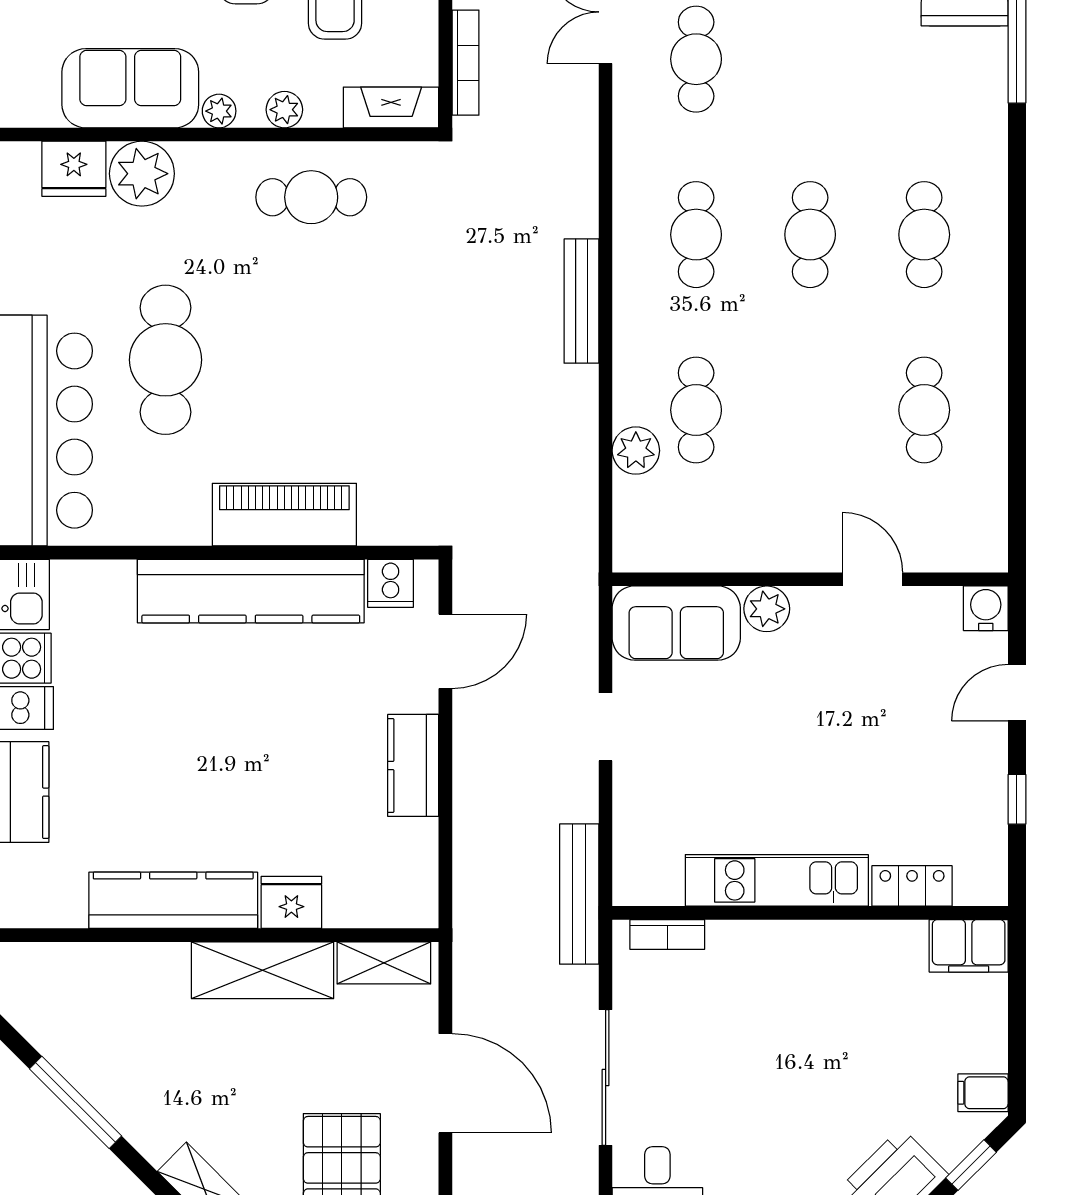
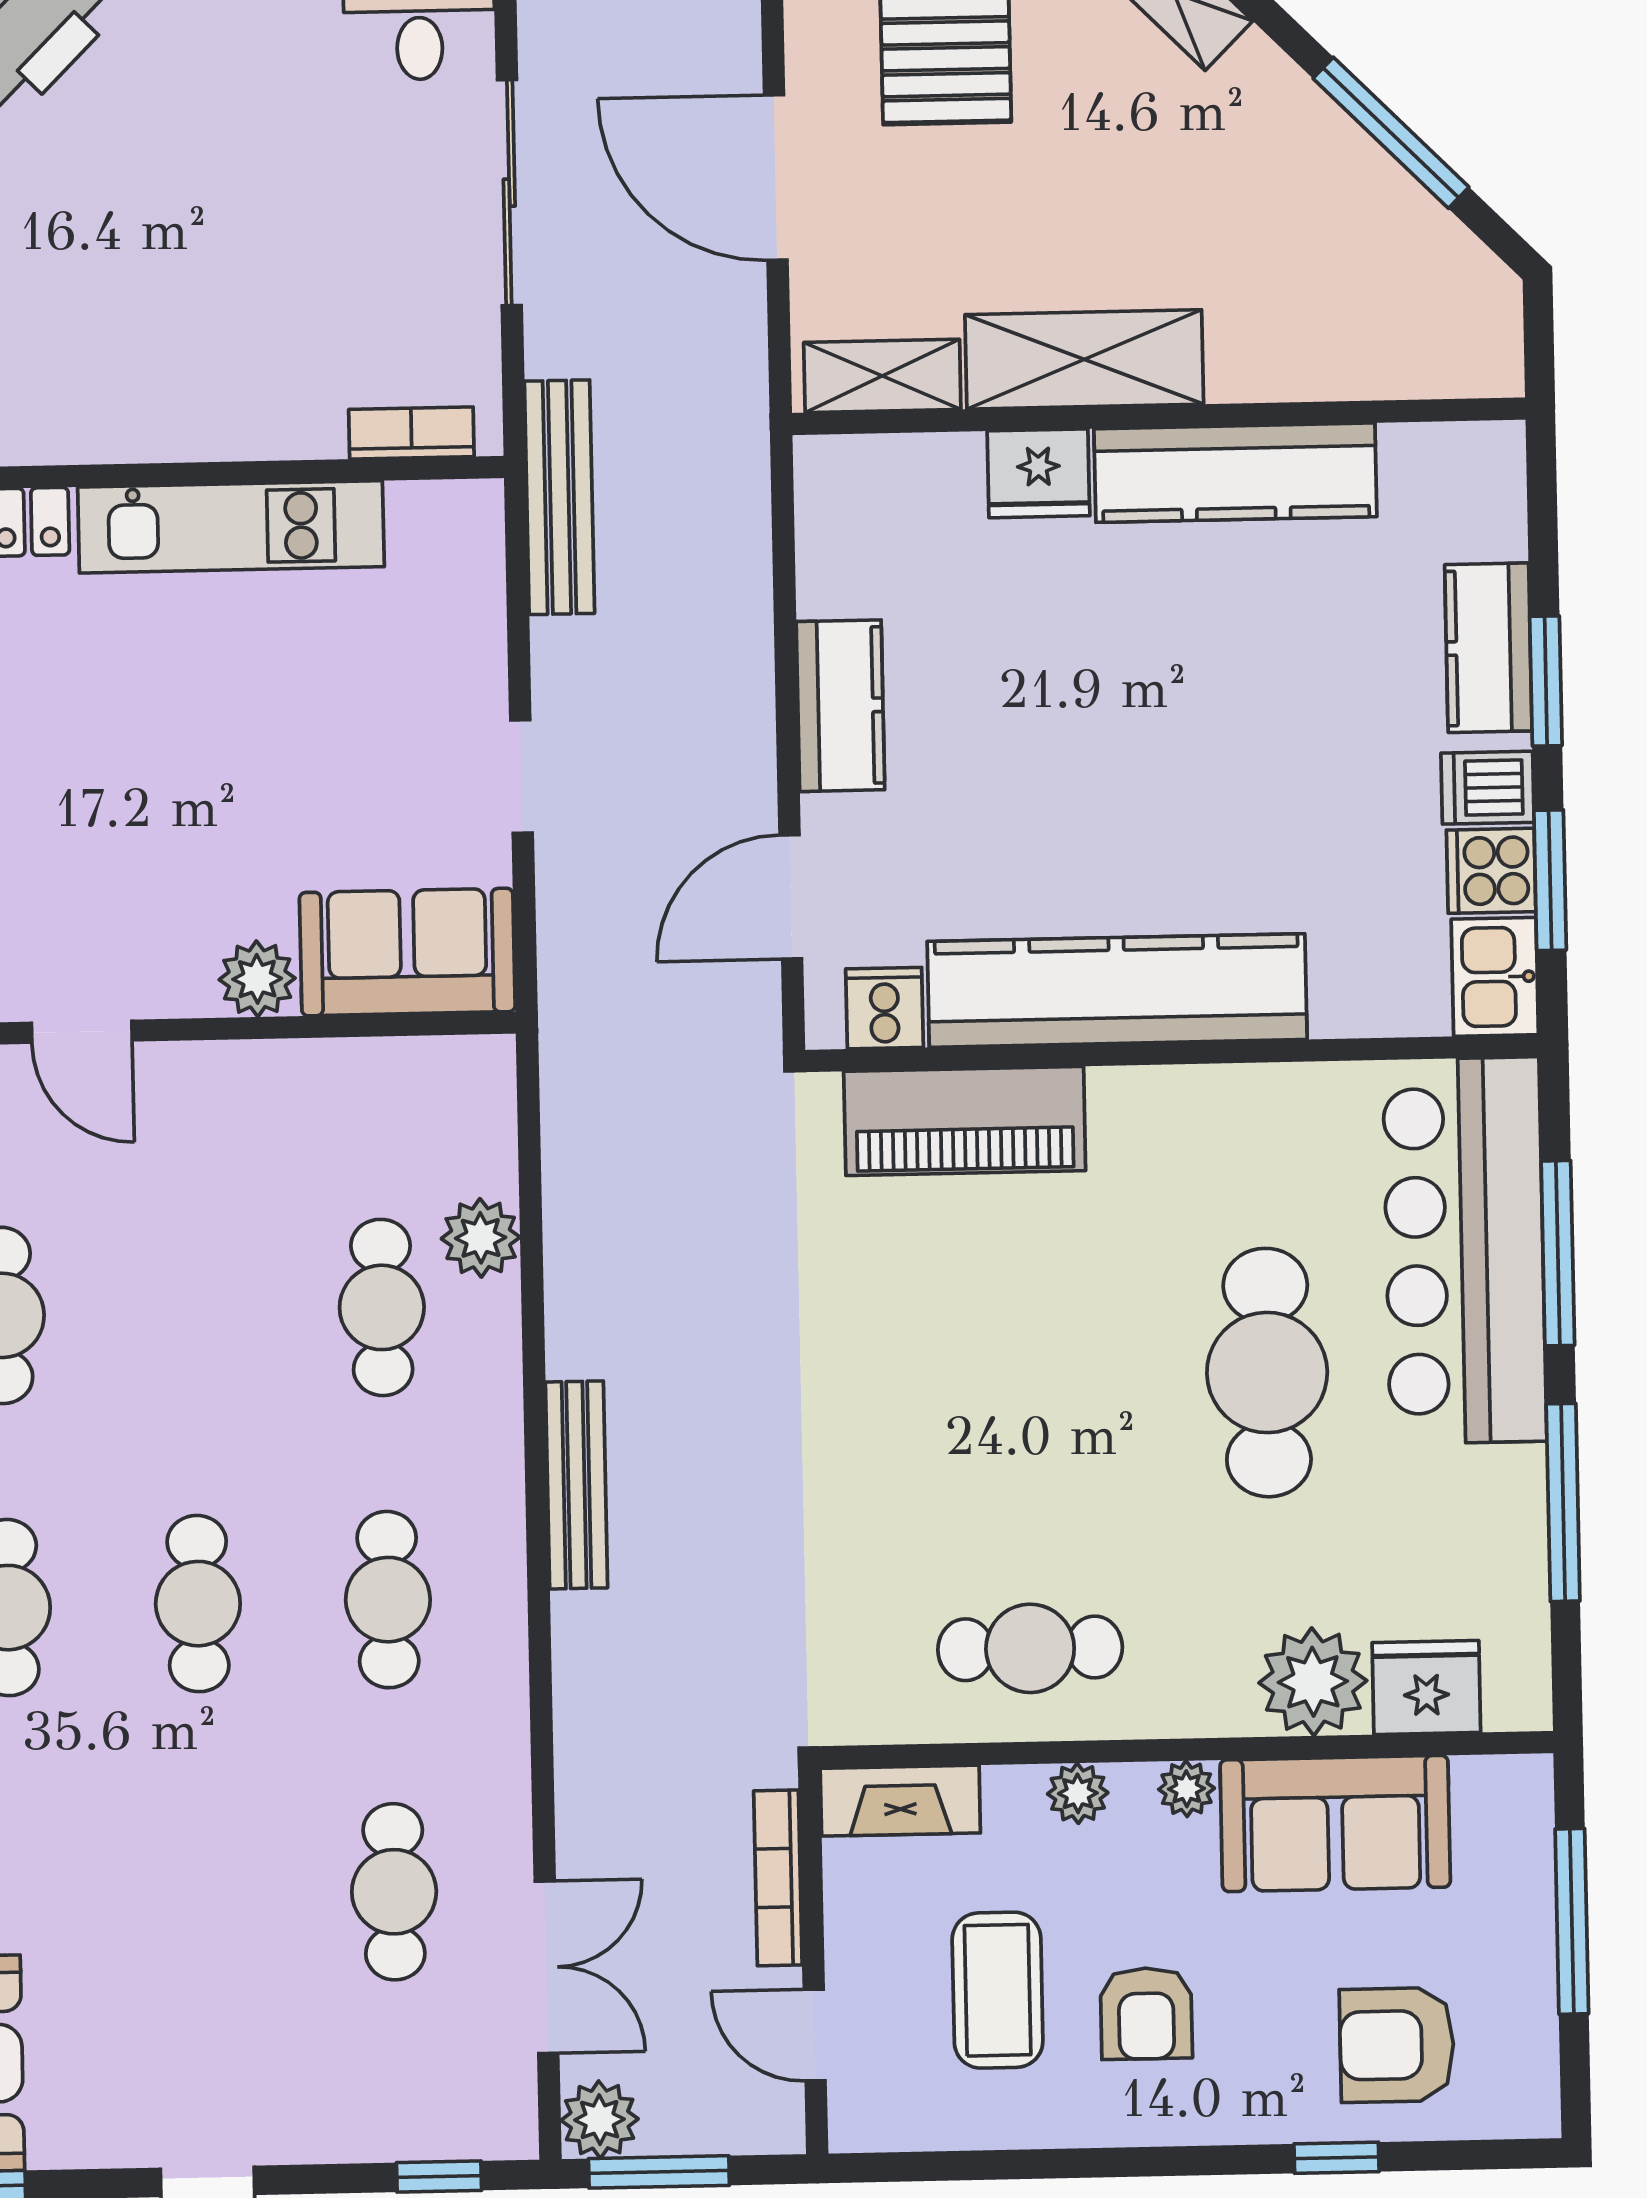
piano: (284, 515) -> (965, 1121), moved

